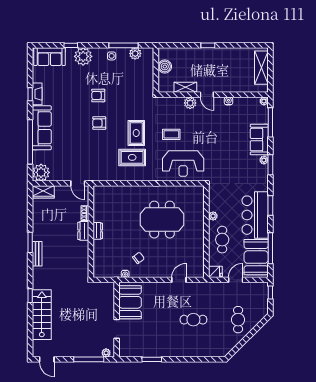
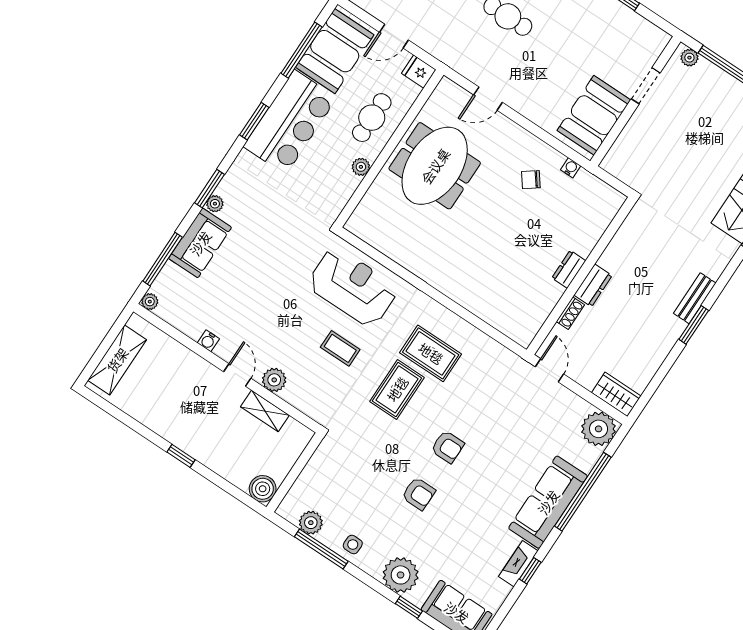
boiler: (165, 67) -> (263, 489), moved
meeting table: (162, 220) -> (435, 166), moved, turned 90

